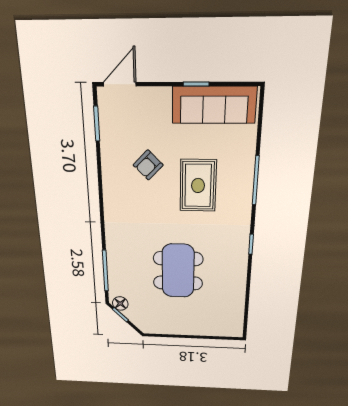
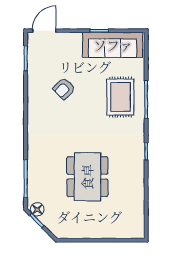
rug: (198, 186) -> (120, 97), moved

